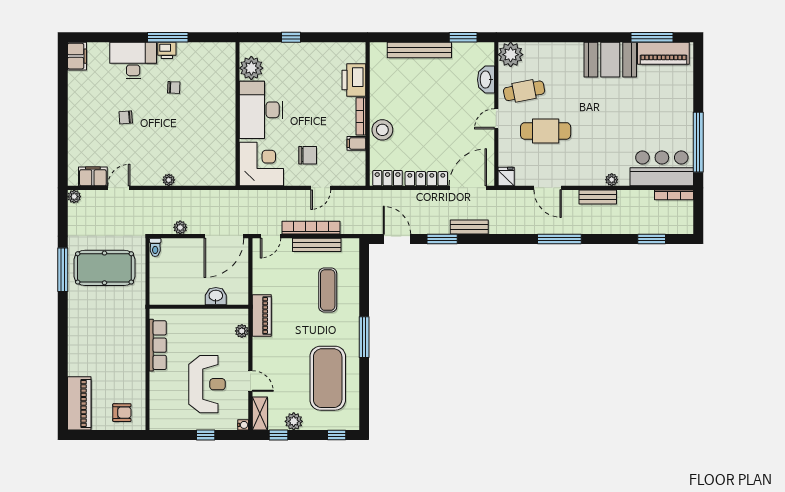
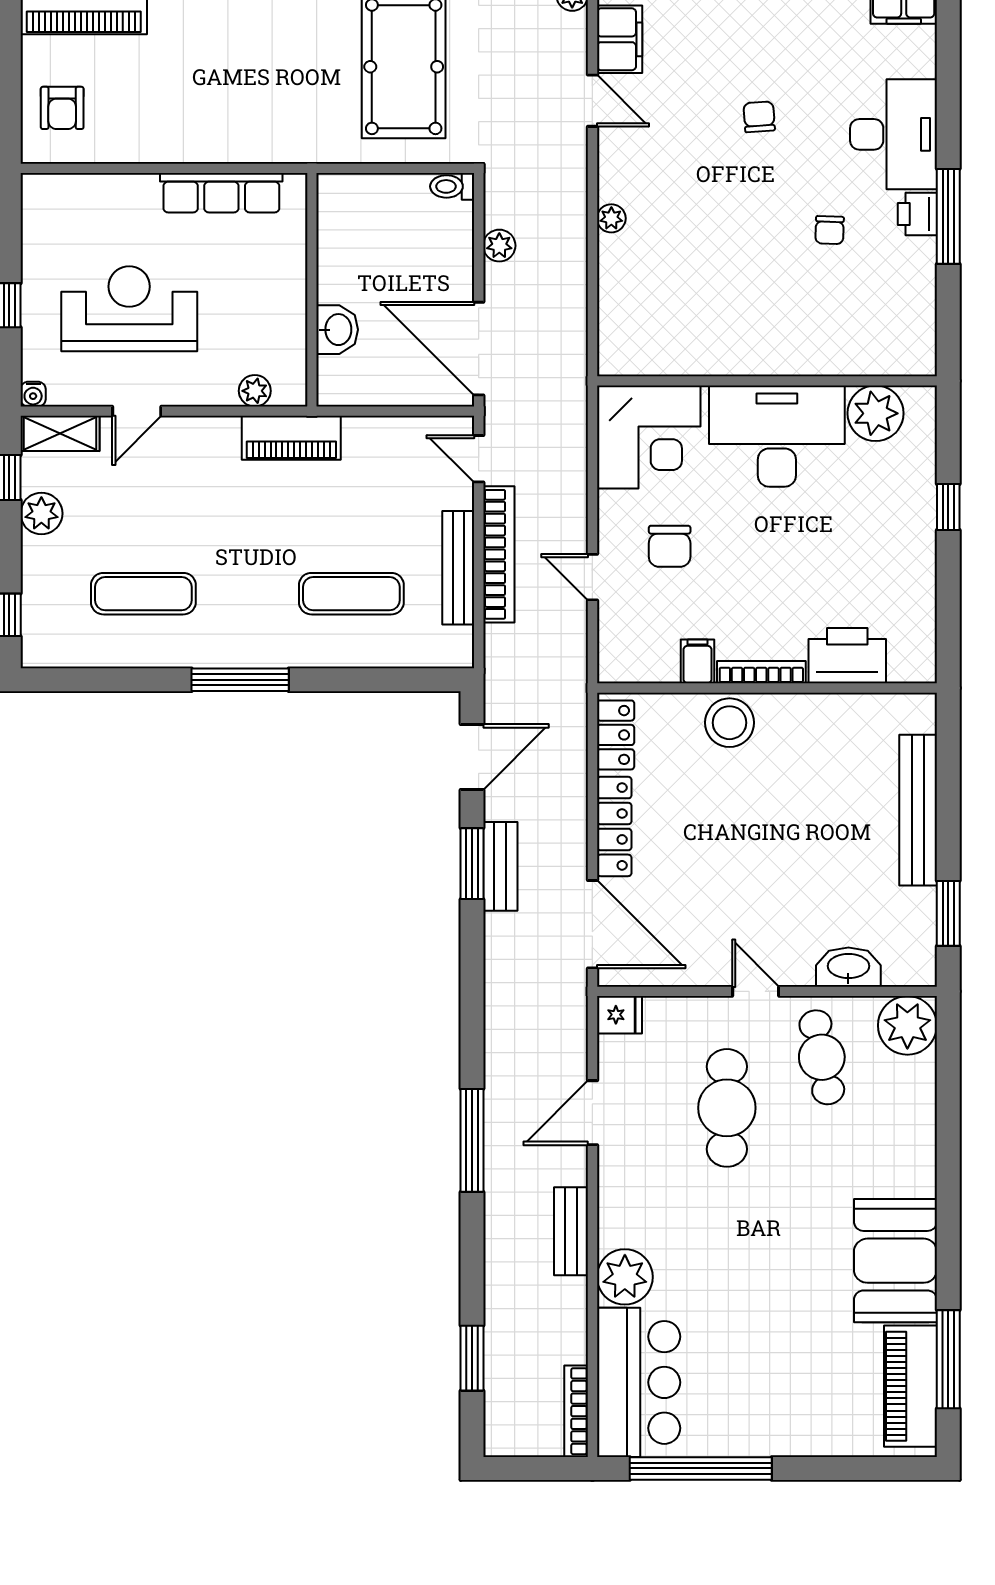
plant: (612, 180) -> (625, 1277), width x1.88, depth x1.88
bench: (469, 227) -> (500, 866), moved
exercise mat: (328, 378) -> (143, 594), width x0.50, depth x0.69
reception desk: (207, 384) -> (129, 309), turned 180

